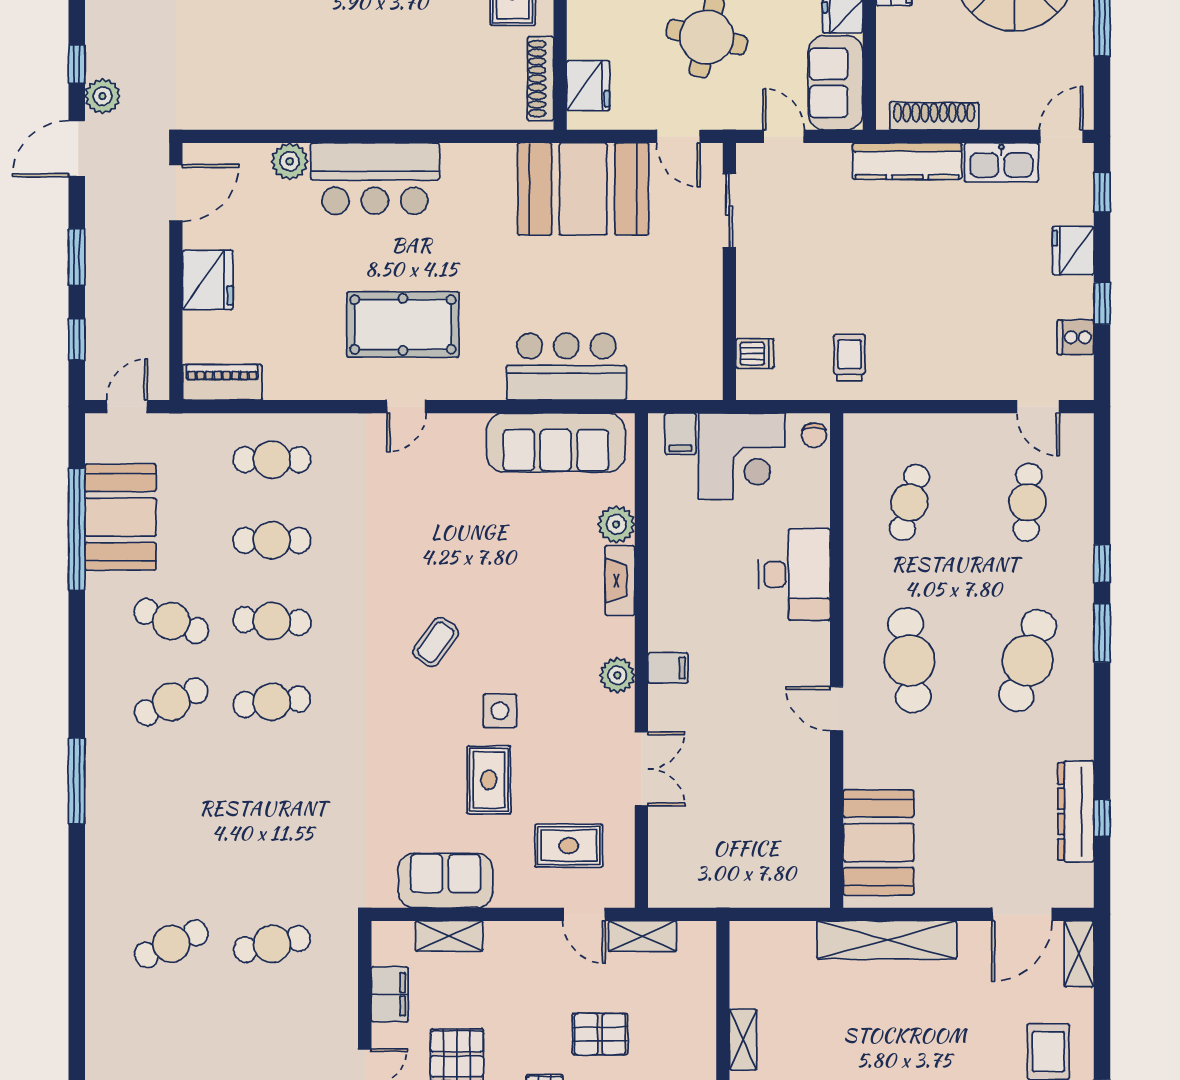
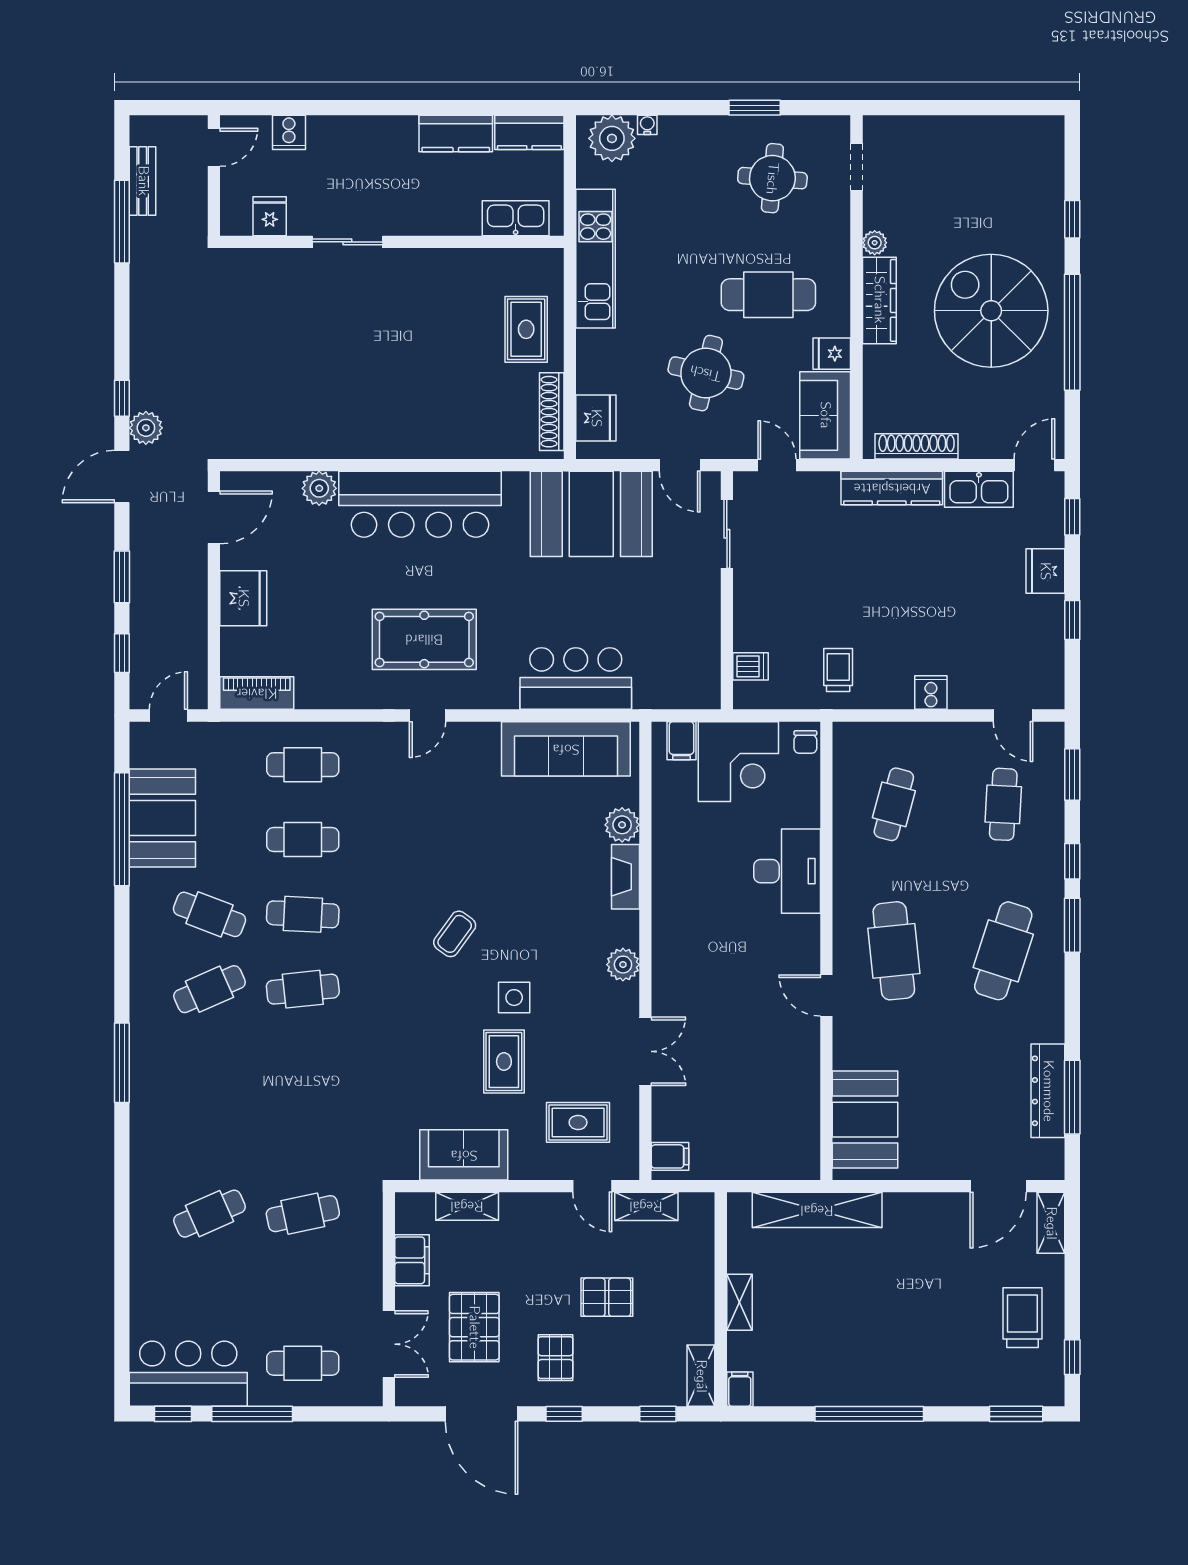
bar counter: (375, 179) -> (420, 504), width x1.36
cooker: (1076, 337) -> (931, 693), moved, turned 90
window: (1102, 470) -> (1072, 775), added
filing cabinet: (668, 668) -> (670, 1156), moved
window: (1102, 818) -> (1072, 1097), width x2.17
shelving: (887, 940) -> (817, 1210), moved

